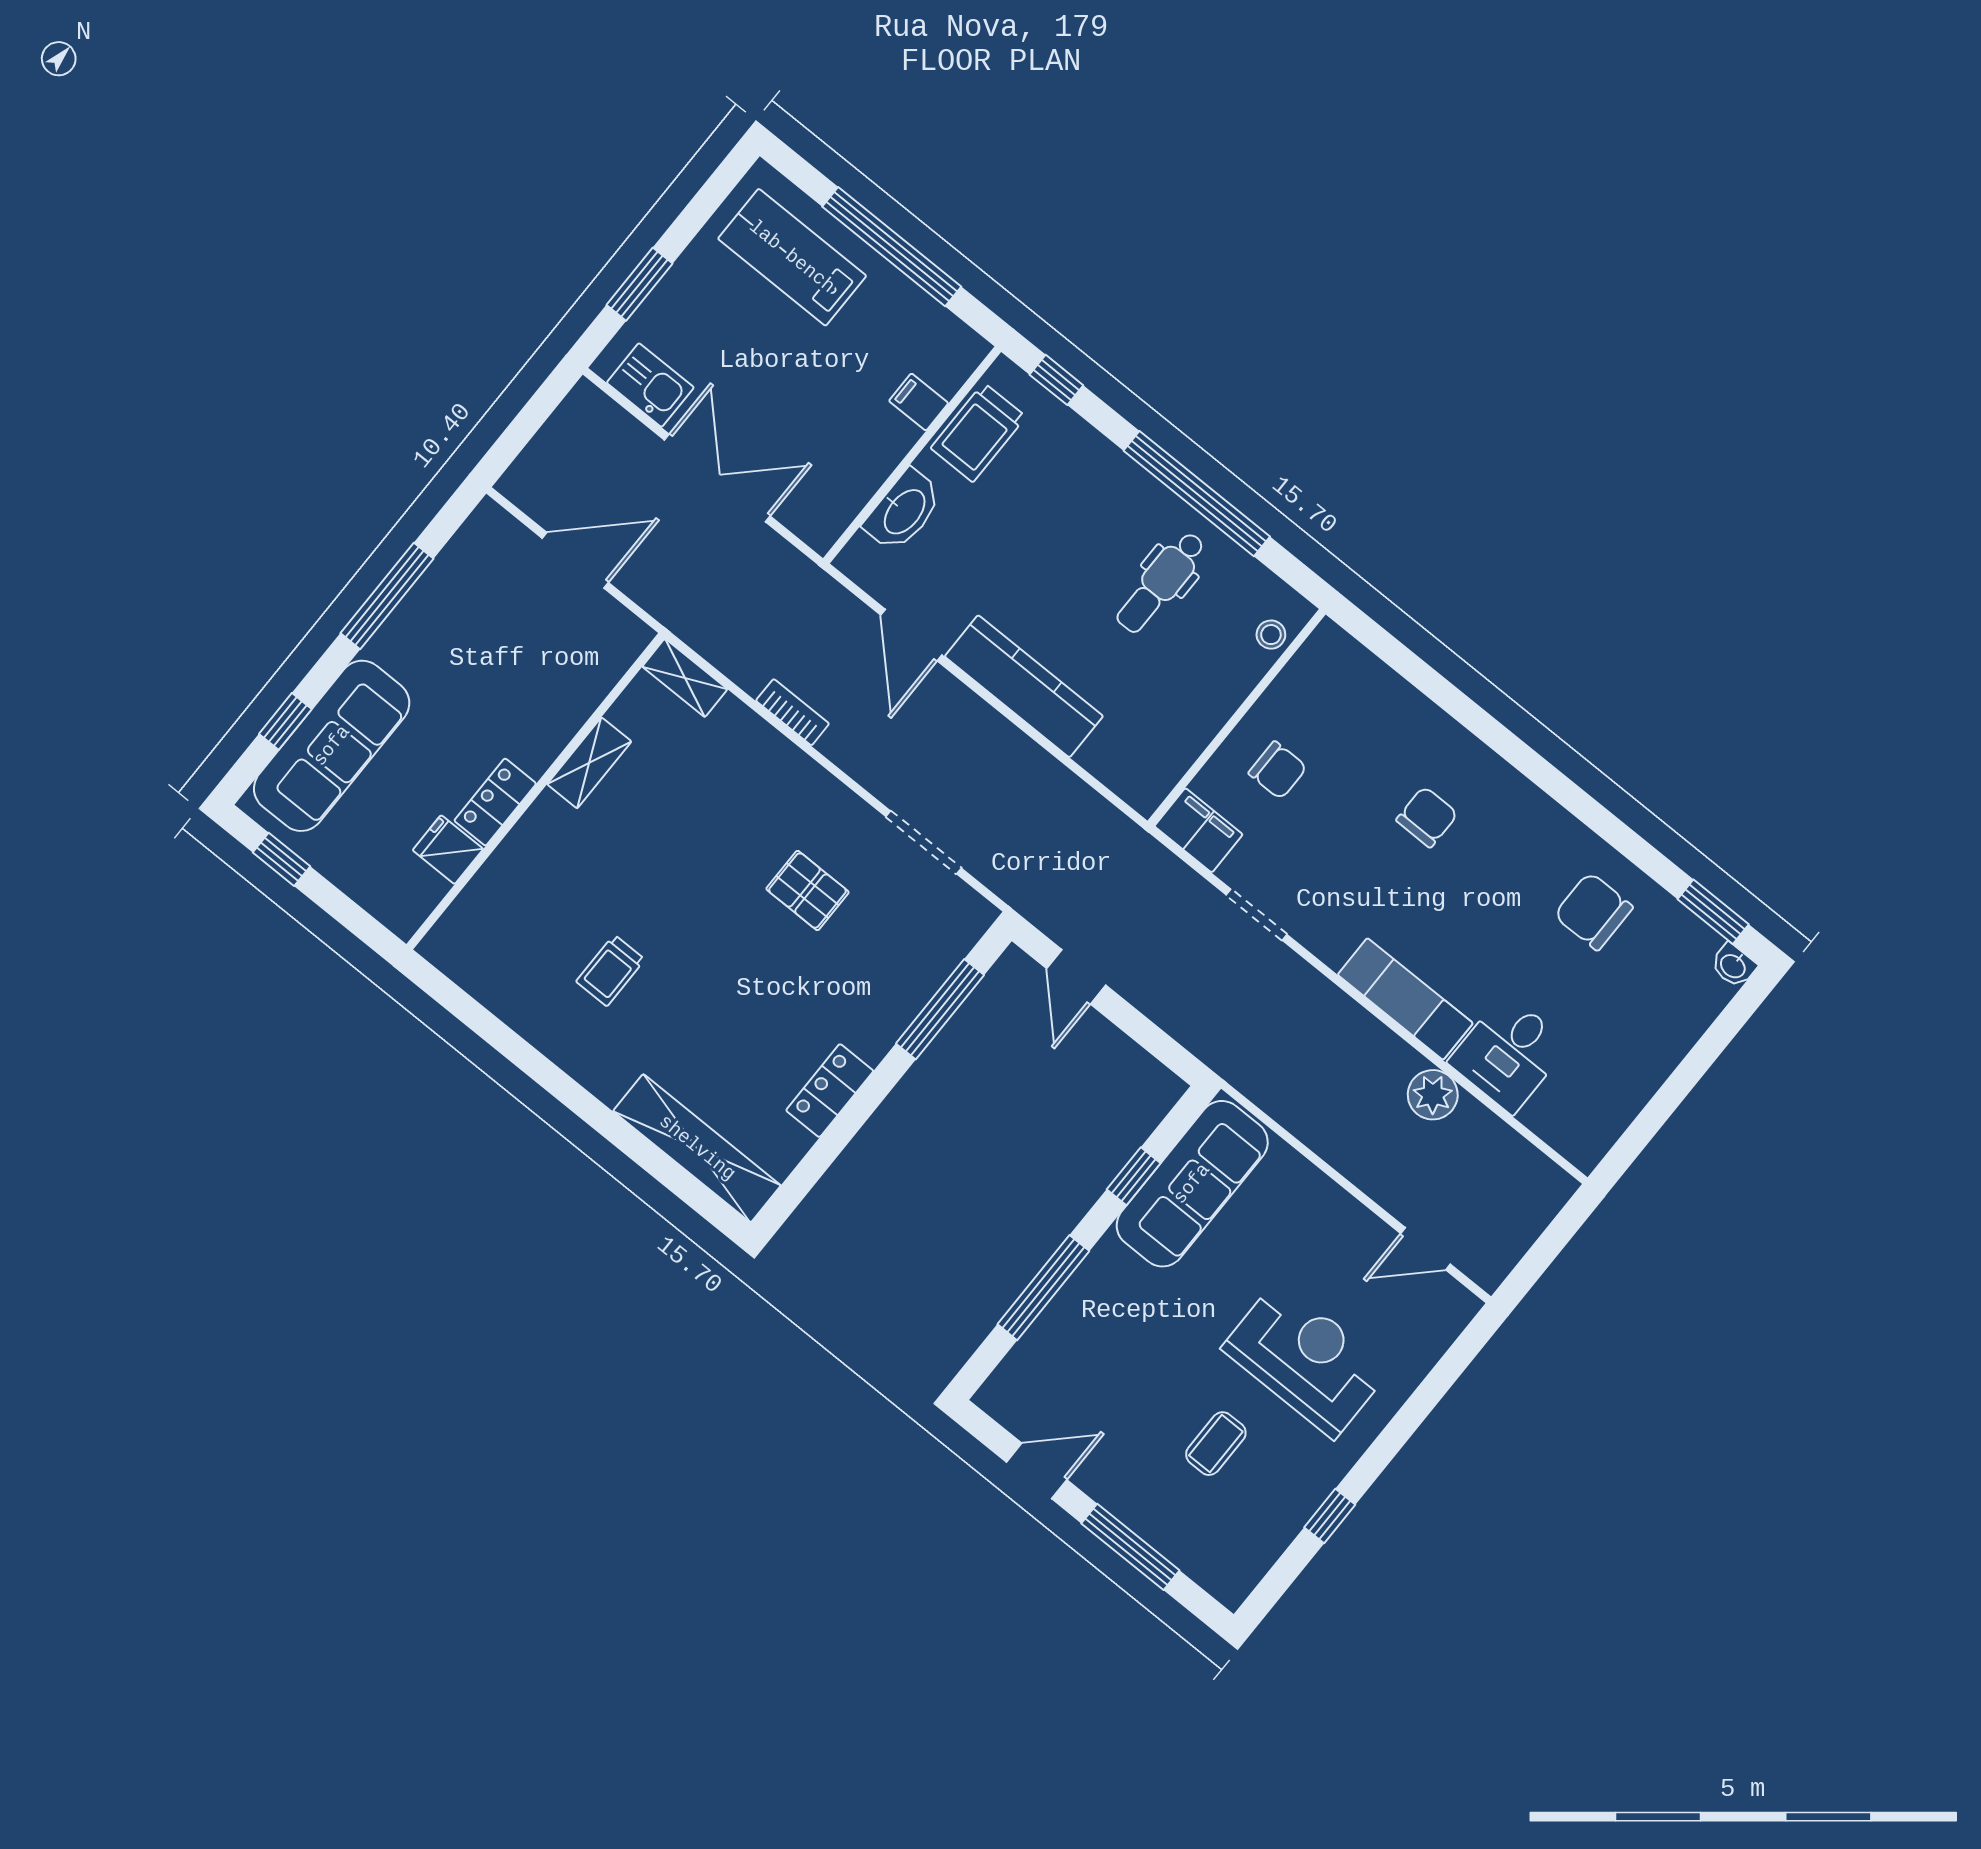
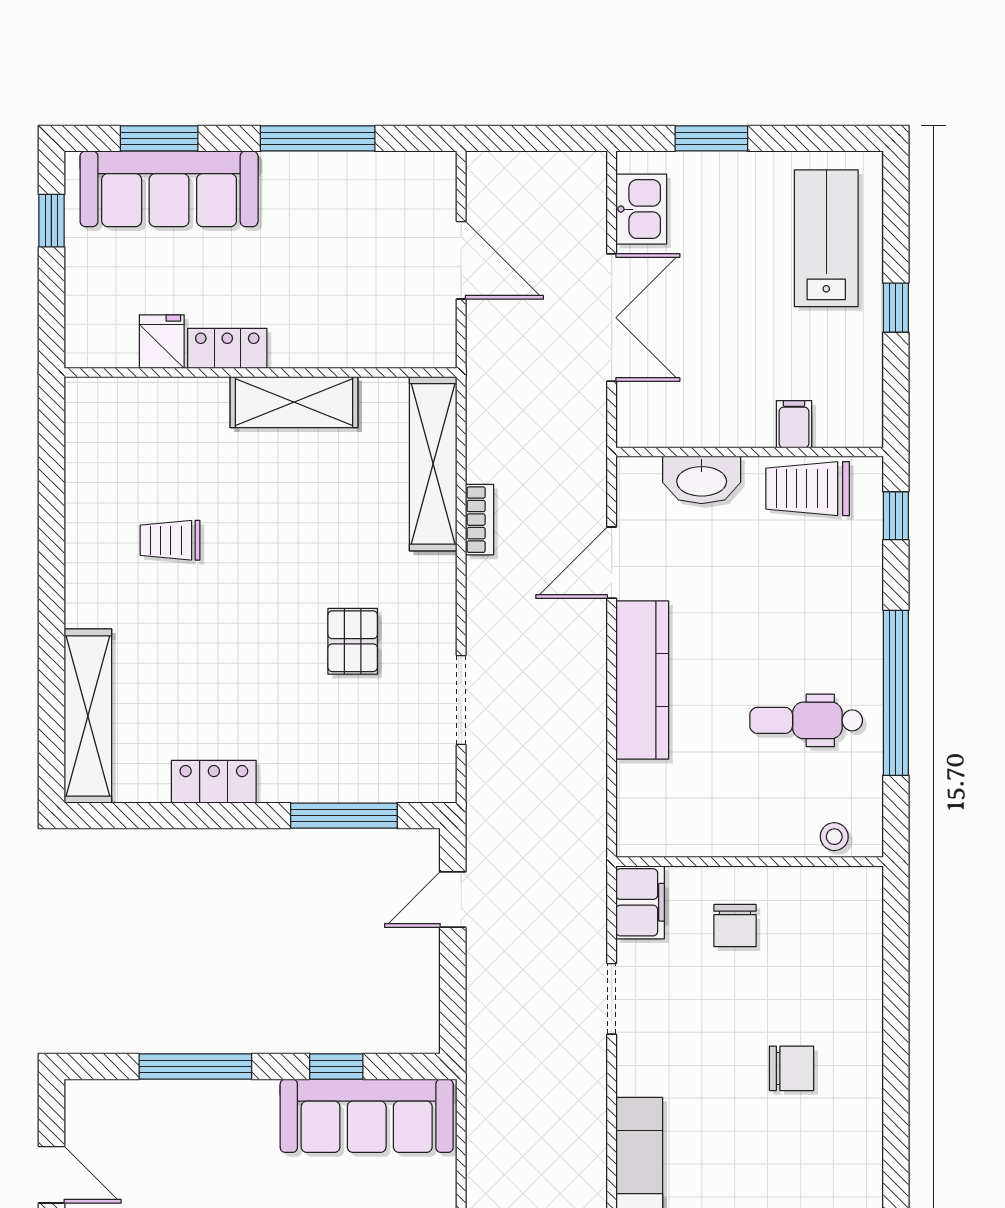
window: (892, 247) -> (896, 308), width x0.32
shelving: (685, 678) -> (433, 464), width x2.20, depth x1.33
window: (285, 721) -> (159, 138), width x1.50
shelving: (589, 763) -> (294, 402), width x1.50, depth x1.33

